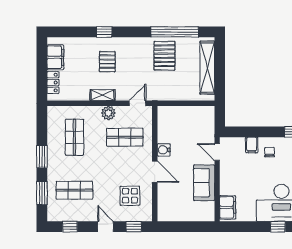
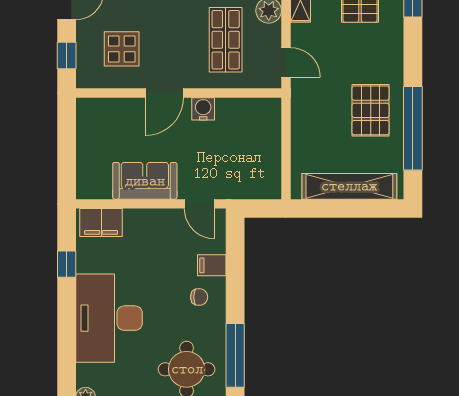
pallet: (164, 56) -> (371, 110), turned 90
door: (217, 152) -> (199, 204), swing flipped
window: (278, 227) -> (67, 264), moved

